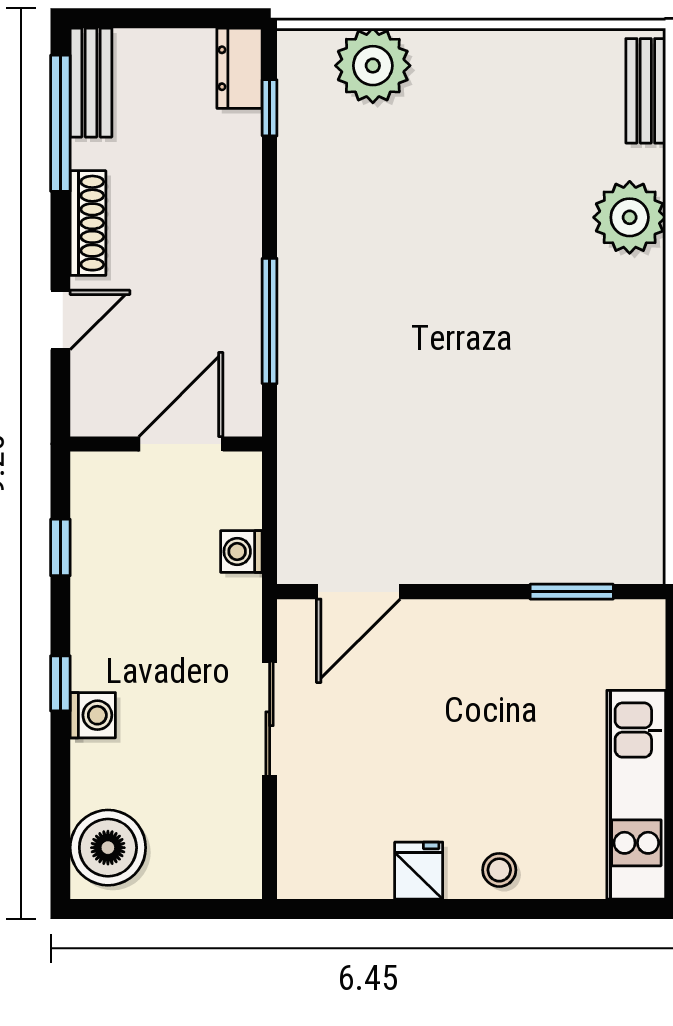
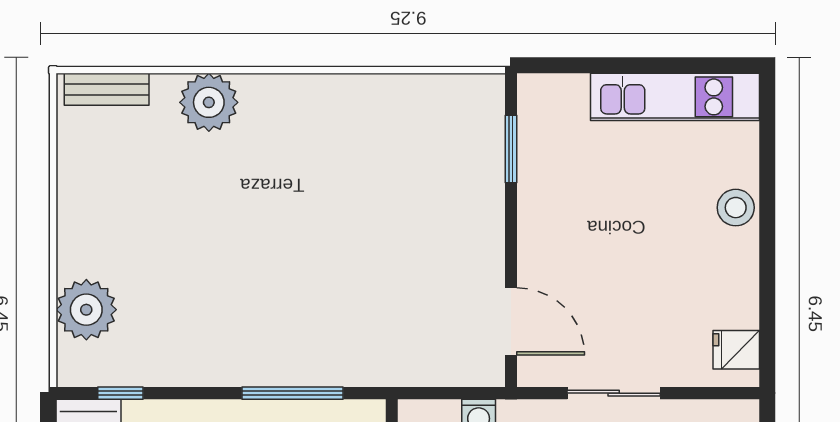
stool: (499, 870) -> (736, 208), width x1.37, depth x1.37
fridge: (419, 871) -> (736, 350), moved

